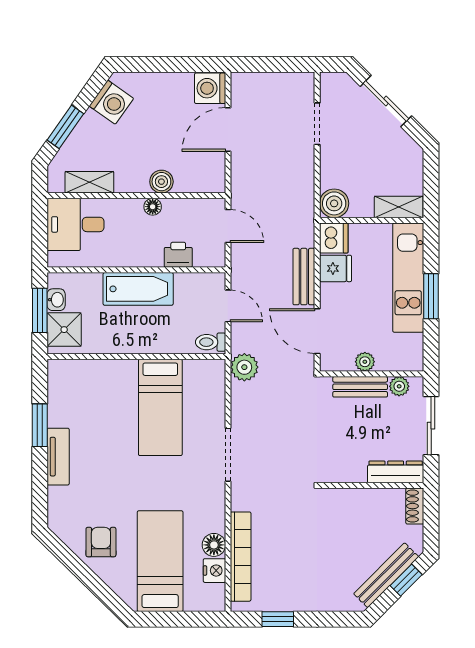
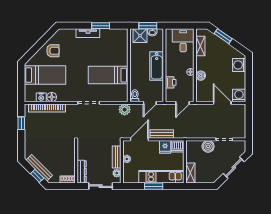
washing machine: (111, 102) -> (239, 65), moved, turned 55
boiler: (334, 203) -> (208, 146), moved

